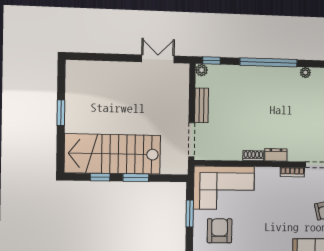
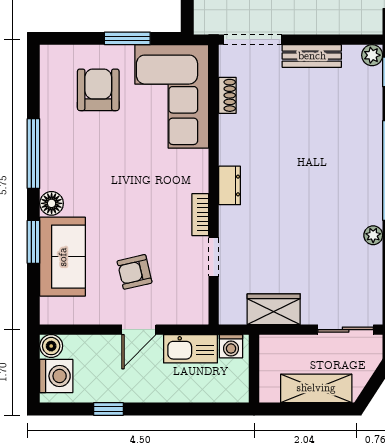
shoe rack: (253, 156) -> (227, 95), moved
armchair: (220, 231) -> (98, 90), turned -90

